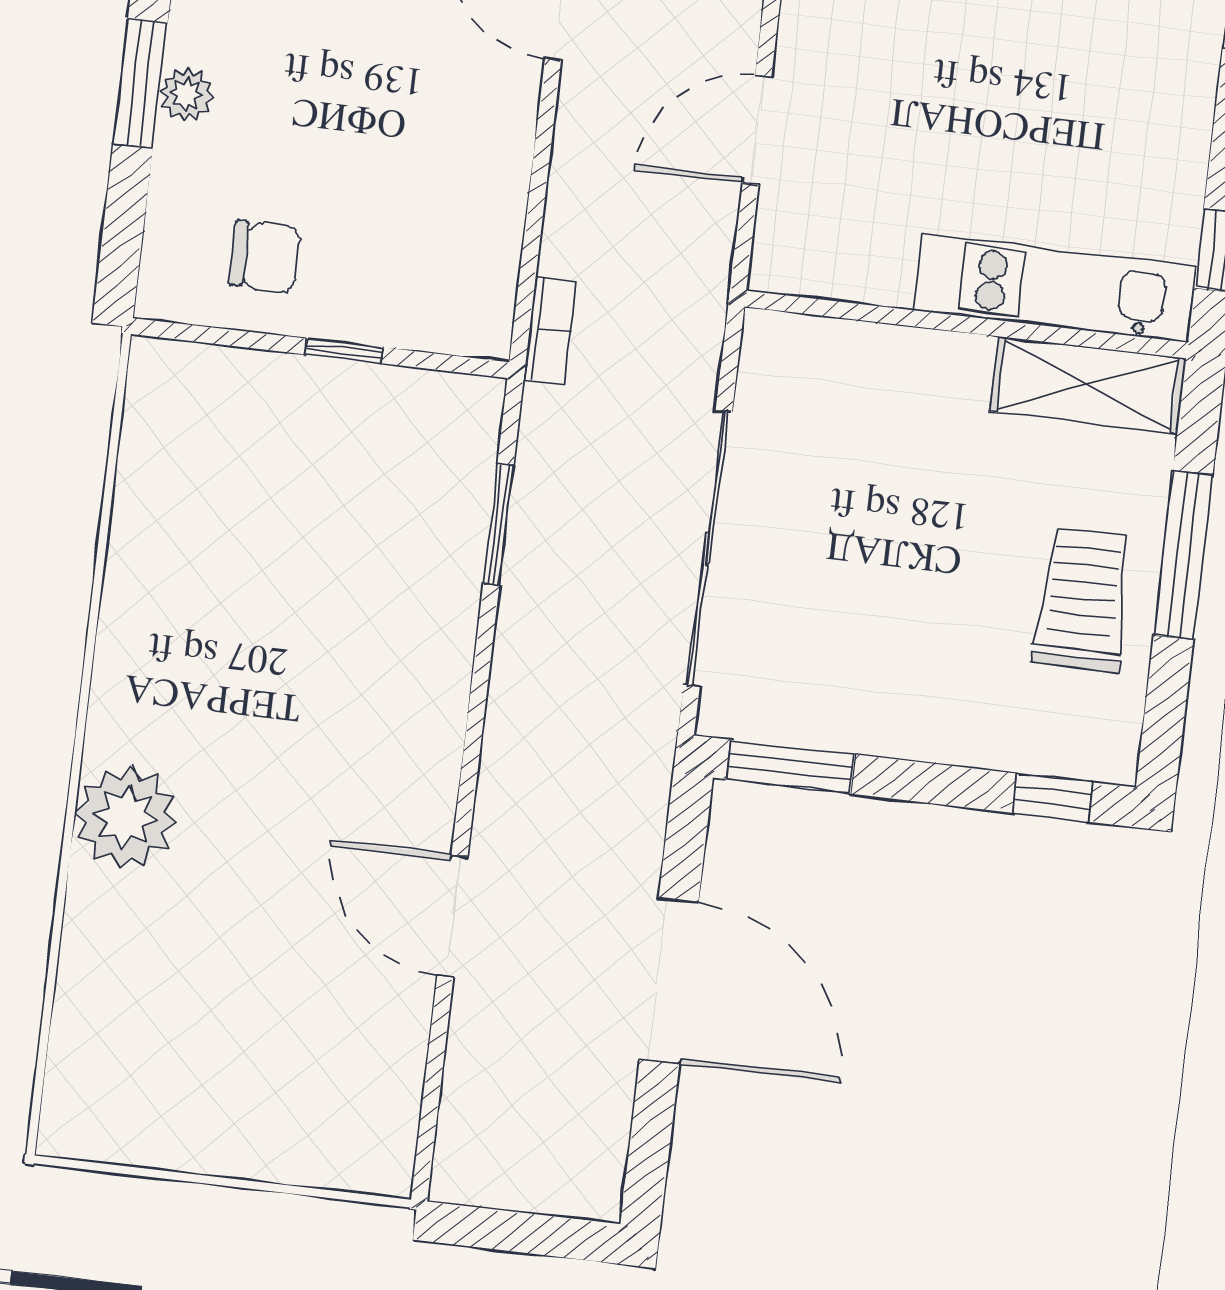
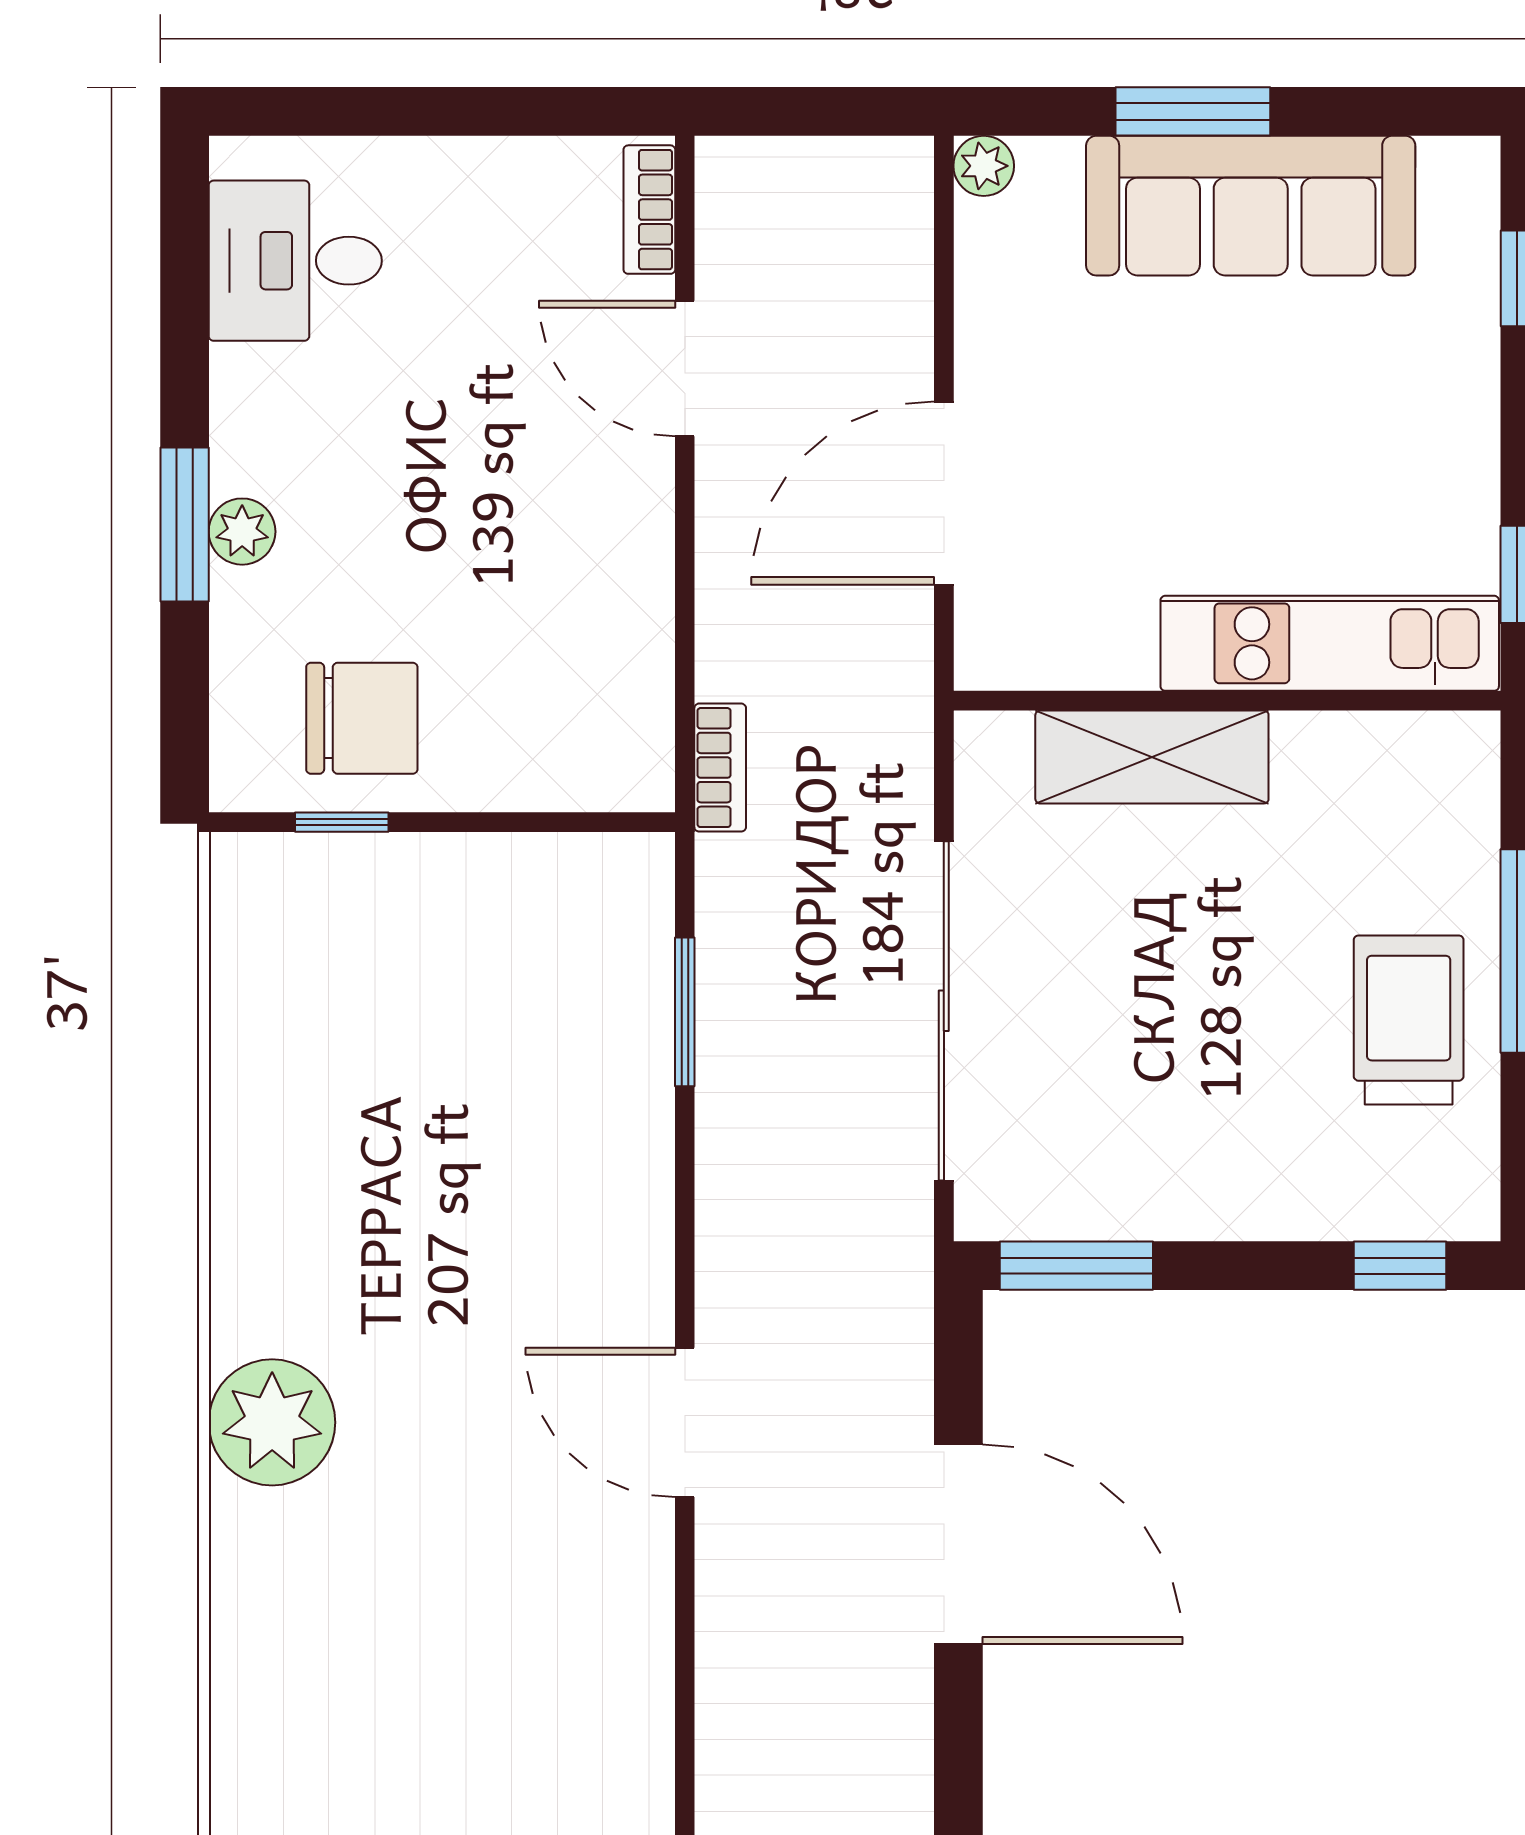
door: (757, 130) -> (944, 493), width x1.36
chair: (265, 257) -> (362, 718), width x1.37, depth x1.37
window: (344, 351) -> (342, 822), moved
shelving: (1088, 385) -> (1152, 757), moved
door: (452, 916) -> (685, 1422), moved

